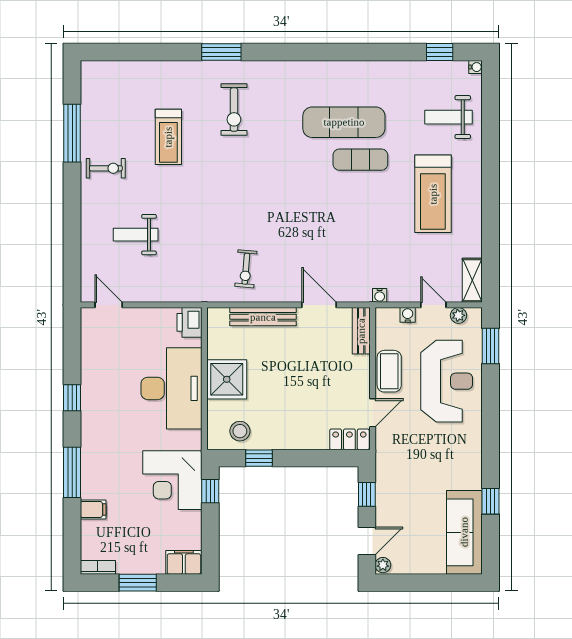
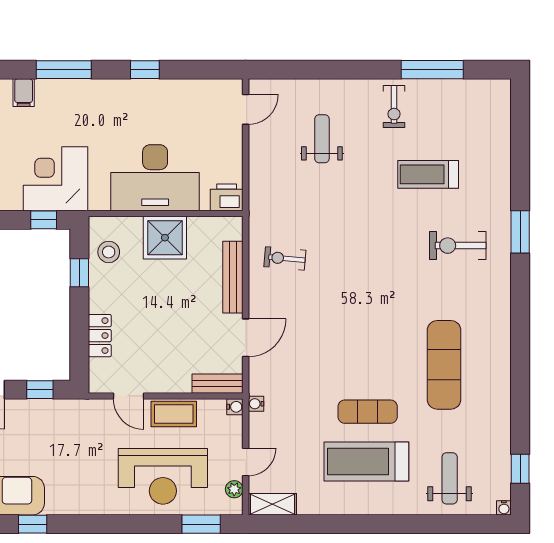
exercise mat: (360, 160) -> (368, 412), moved, turned 90
water cooler: (408, 315) -> (235, 407), moved
locker: (349, 439) -> (100, 336), moved

